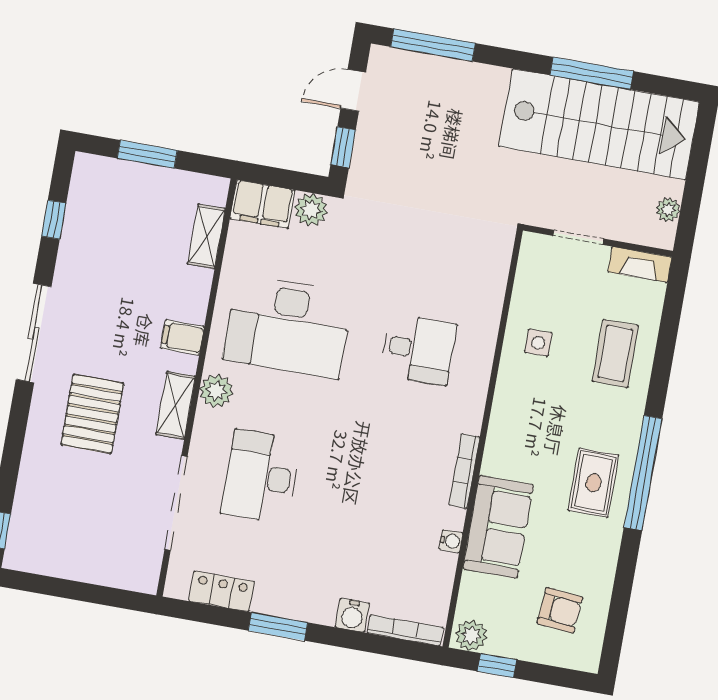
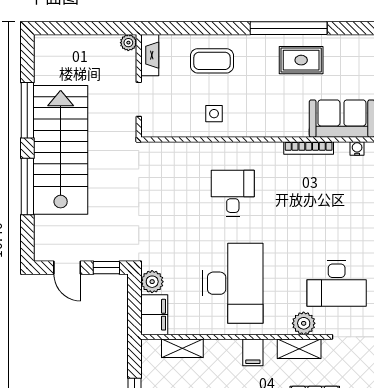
window: (433, 45) -> (27, 186), moved
stairs: (599, 124) -> (61, 150), moved
plant: (668, 210) -> (128, 43), moved
plant: (216, 391) -> (304, 323), moved

